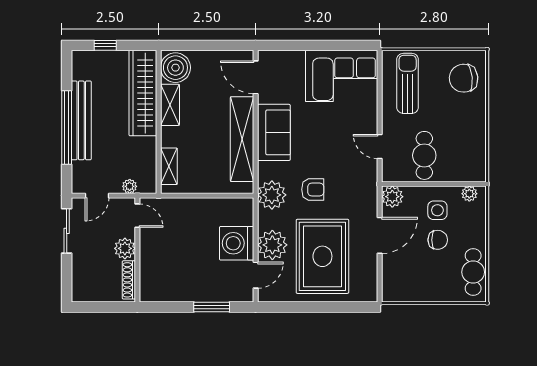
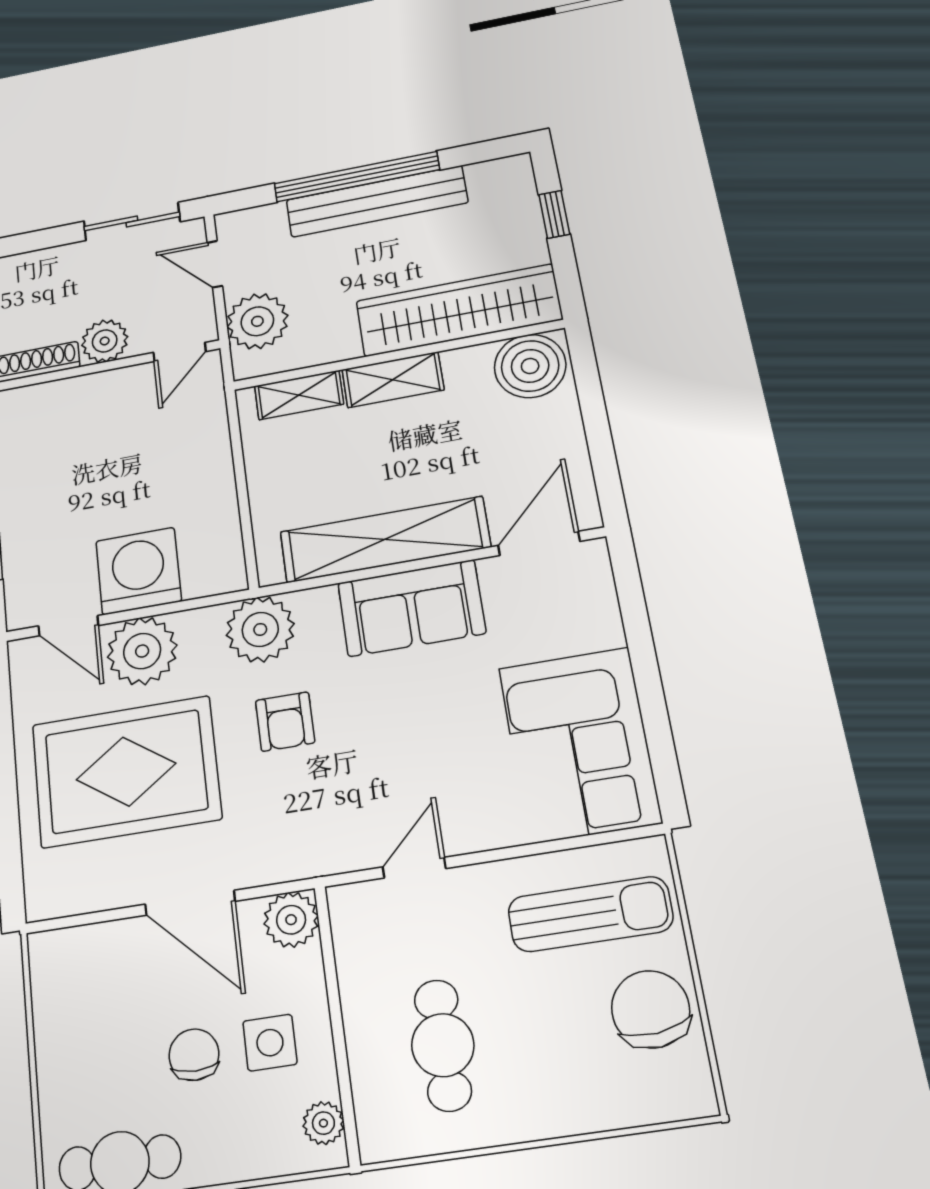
chair: (464, 78) -> (651, 1009), moved
shelving: (170, 105) -> (393, 380), moved
cafe table: (424, 155) -> (443, 1045), moved, turned 90
plant: (130, 186) -> (257, 321), width x1.88, depth x1.88
chair: (438, 240) -> (194, 1055), turned 180

